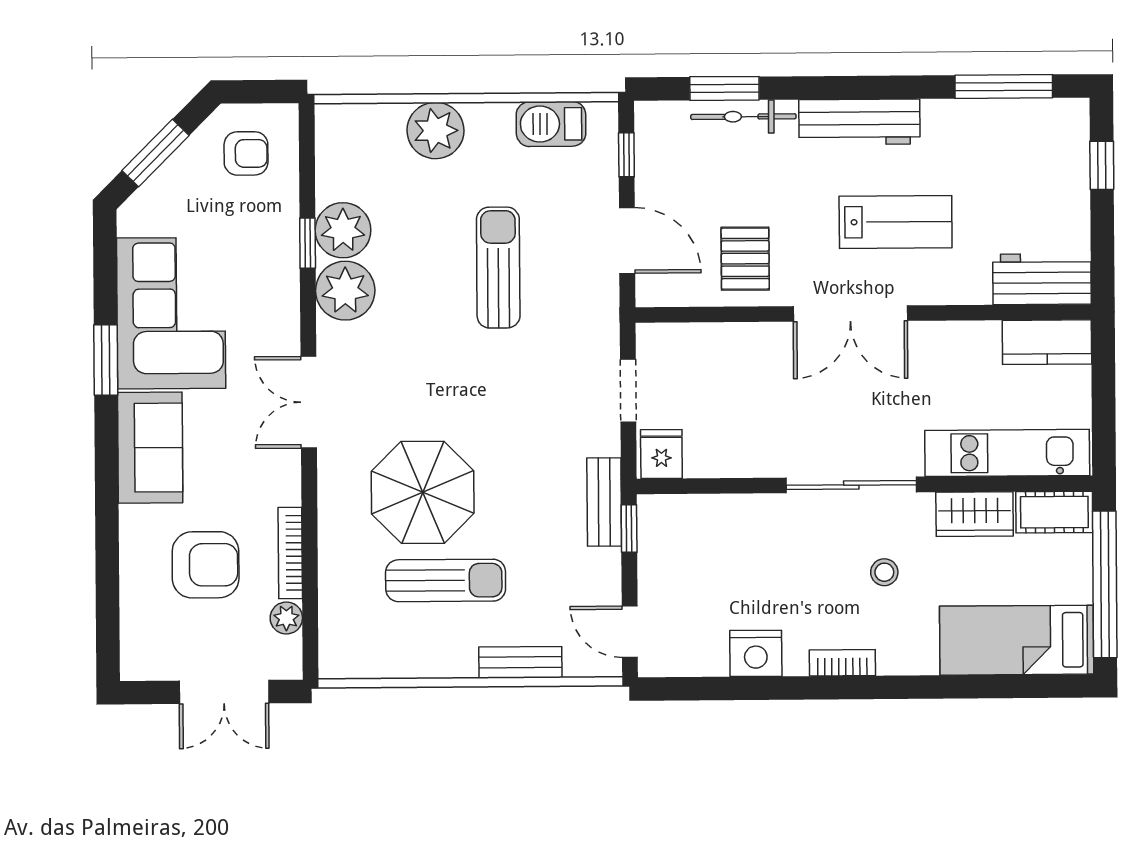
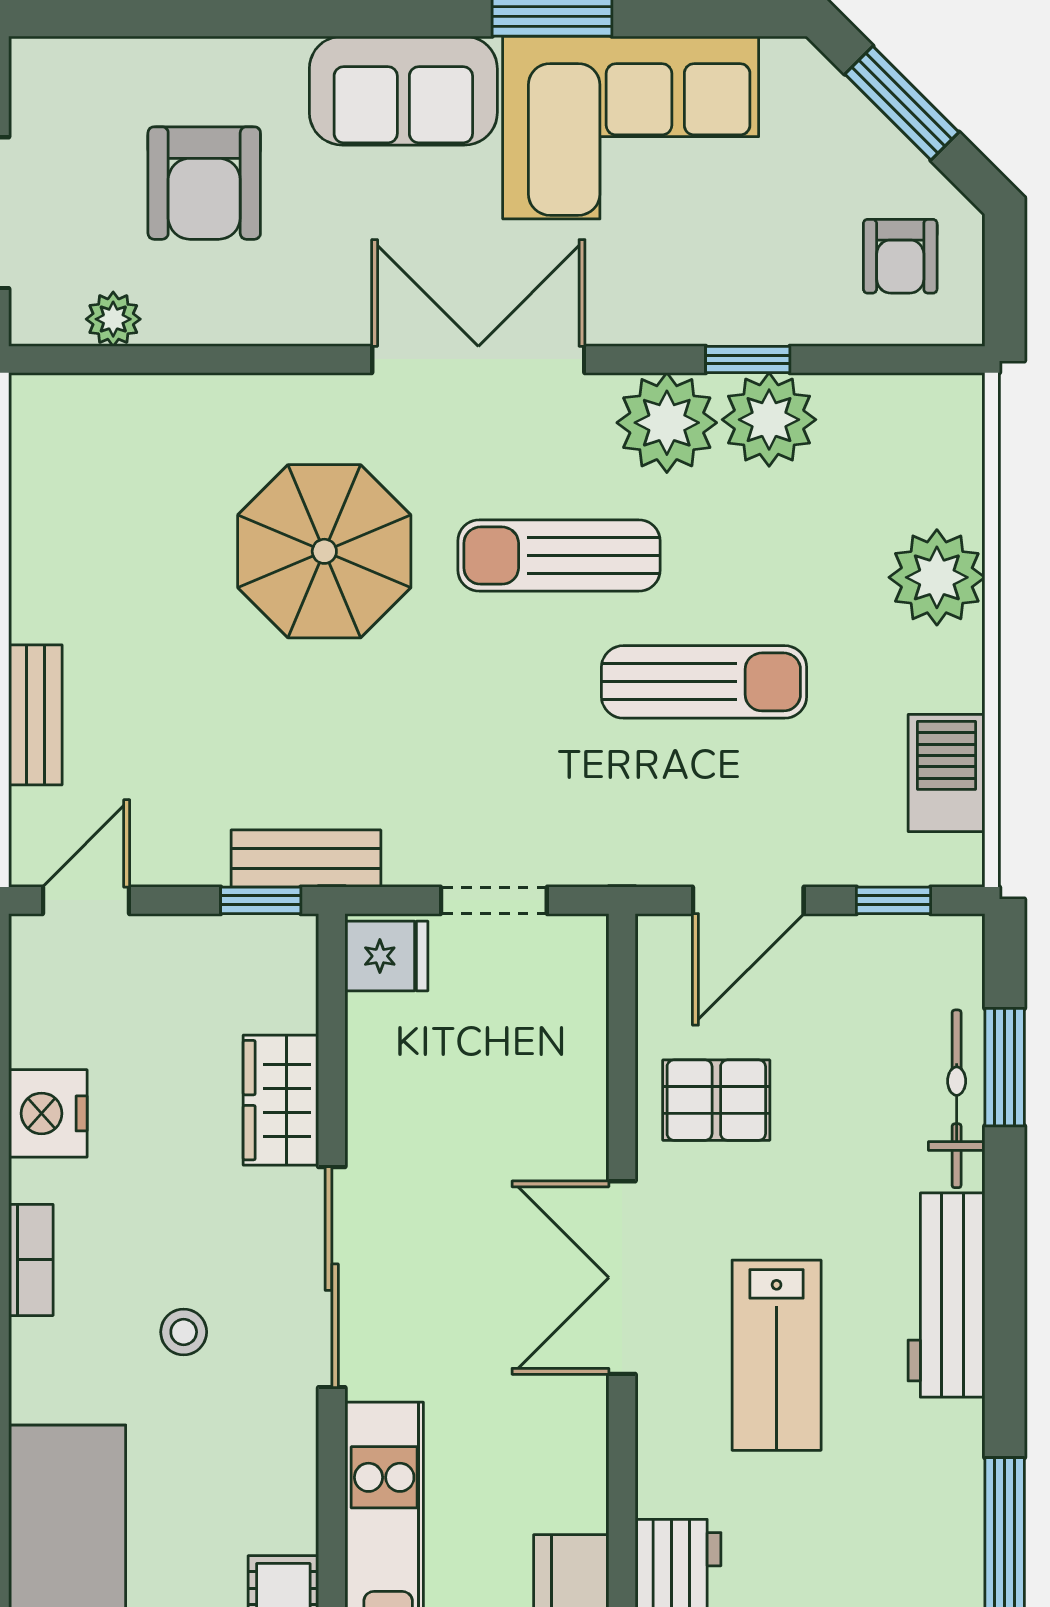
double door: (309, 402) -> (478, 359), width x1.37
wardrobe: (975, 514) -> (281, 1100), moved
bookcase: (290, 553) -> (223, 326), removed
sun lounger: (446, 580) -> (559, 556), moved, turned 90

